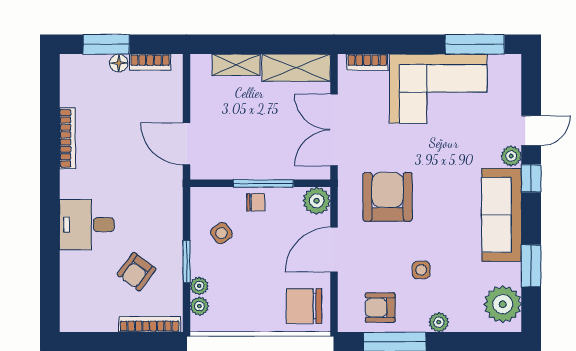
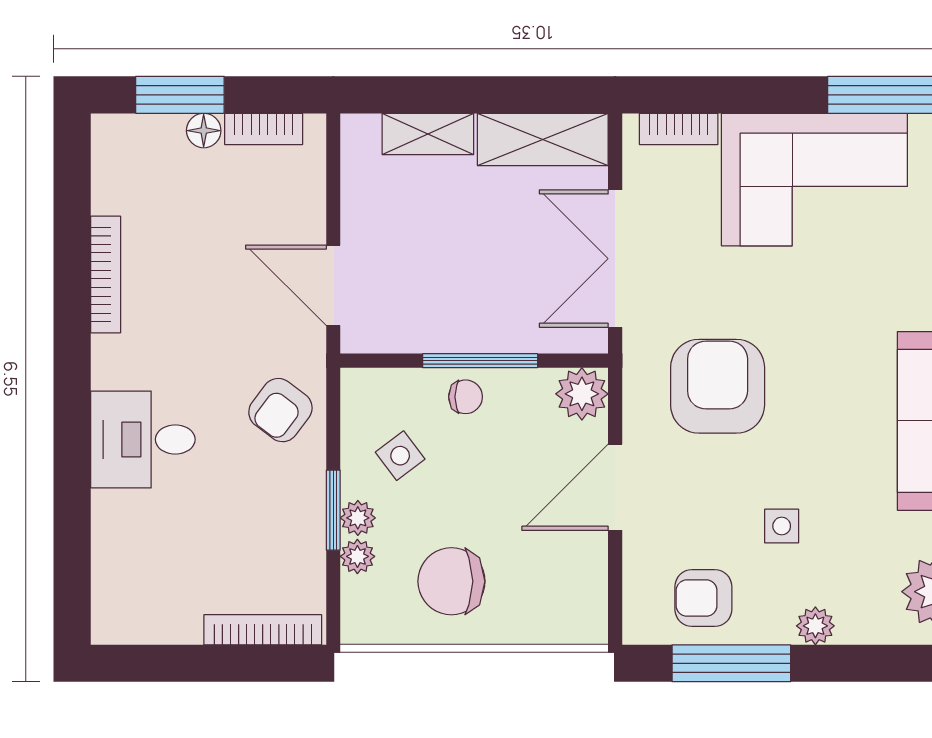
armchair: (136, 272) -> (280, 410), moved
plant: (199, 306) -> (358, 518), moved
chair: (304, 306) -> (451, 581), moved

